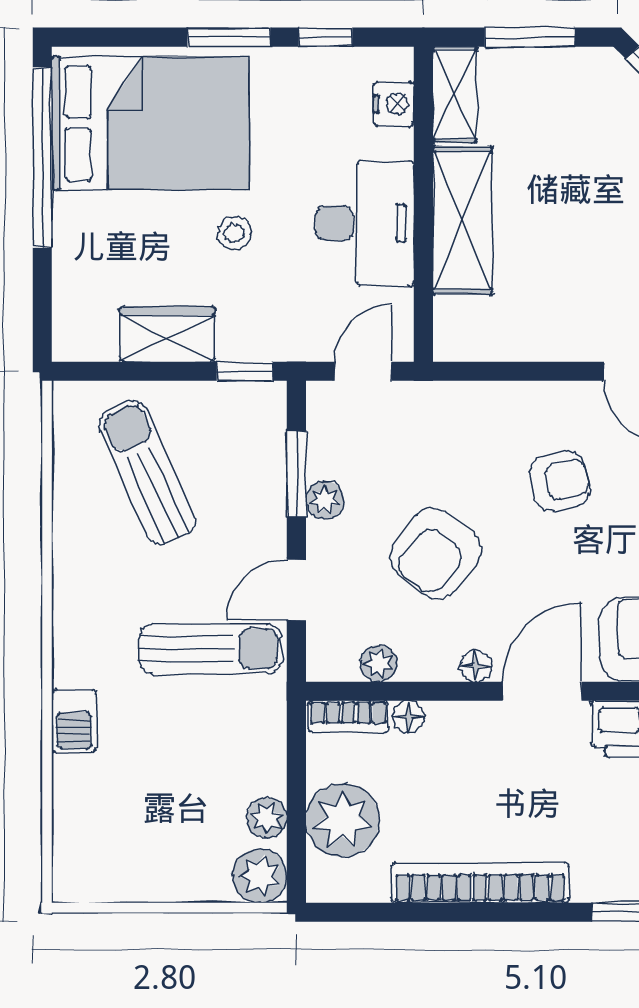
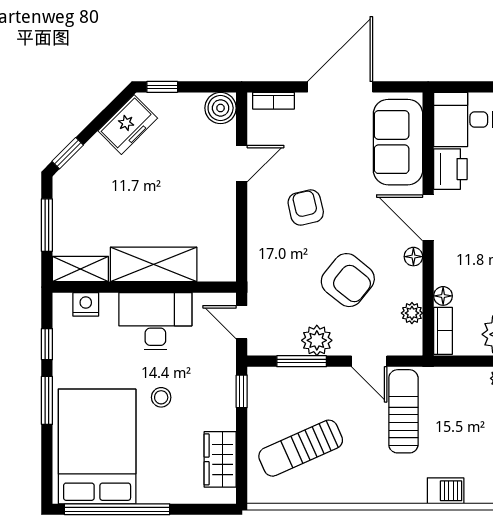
wardrobe: (167, 334) -> (220, 459), moved
plant: (325, 500) -> (317, 340), width x1.38, depth x1.38

